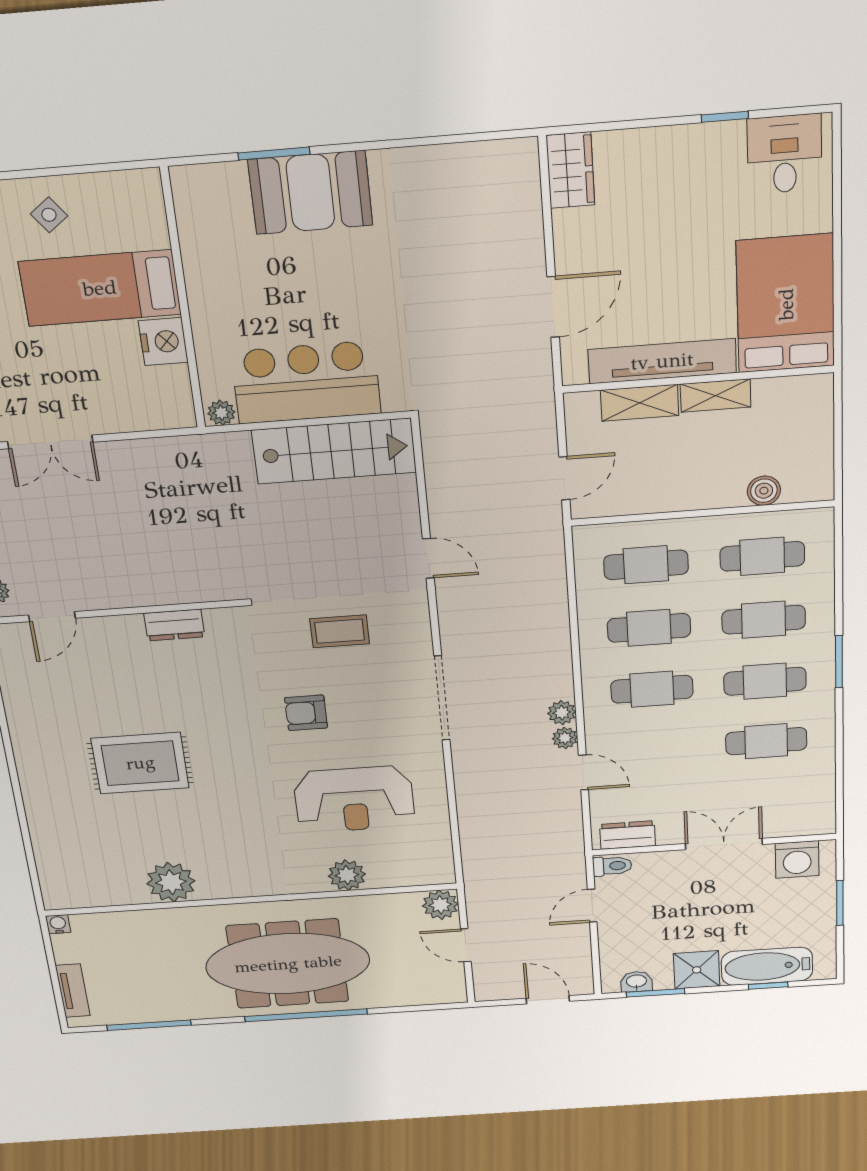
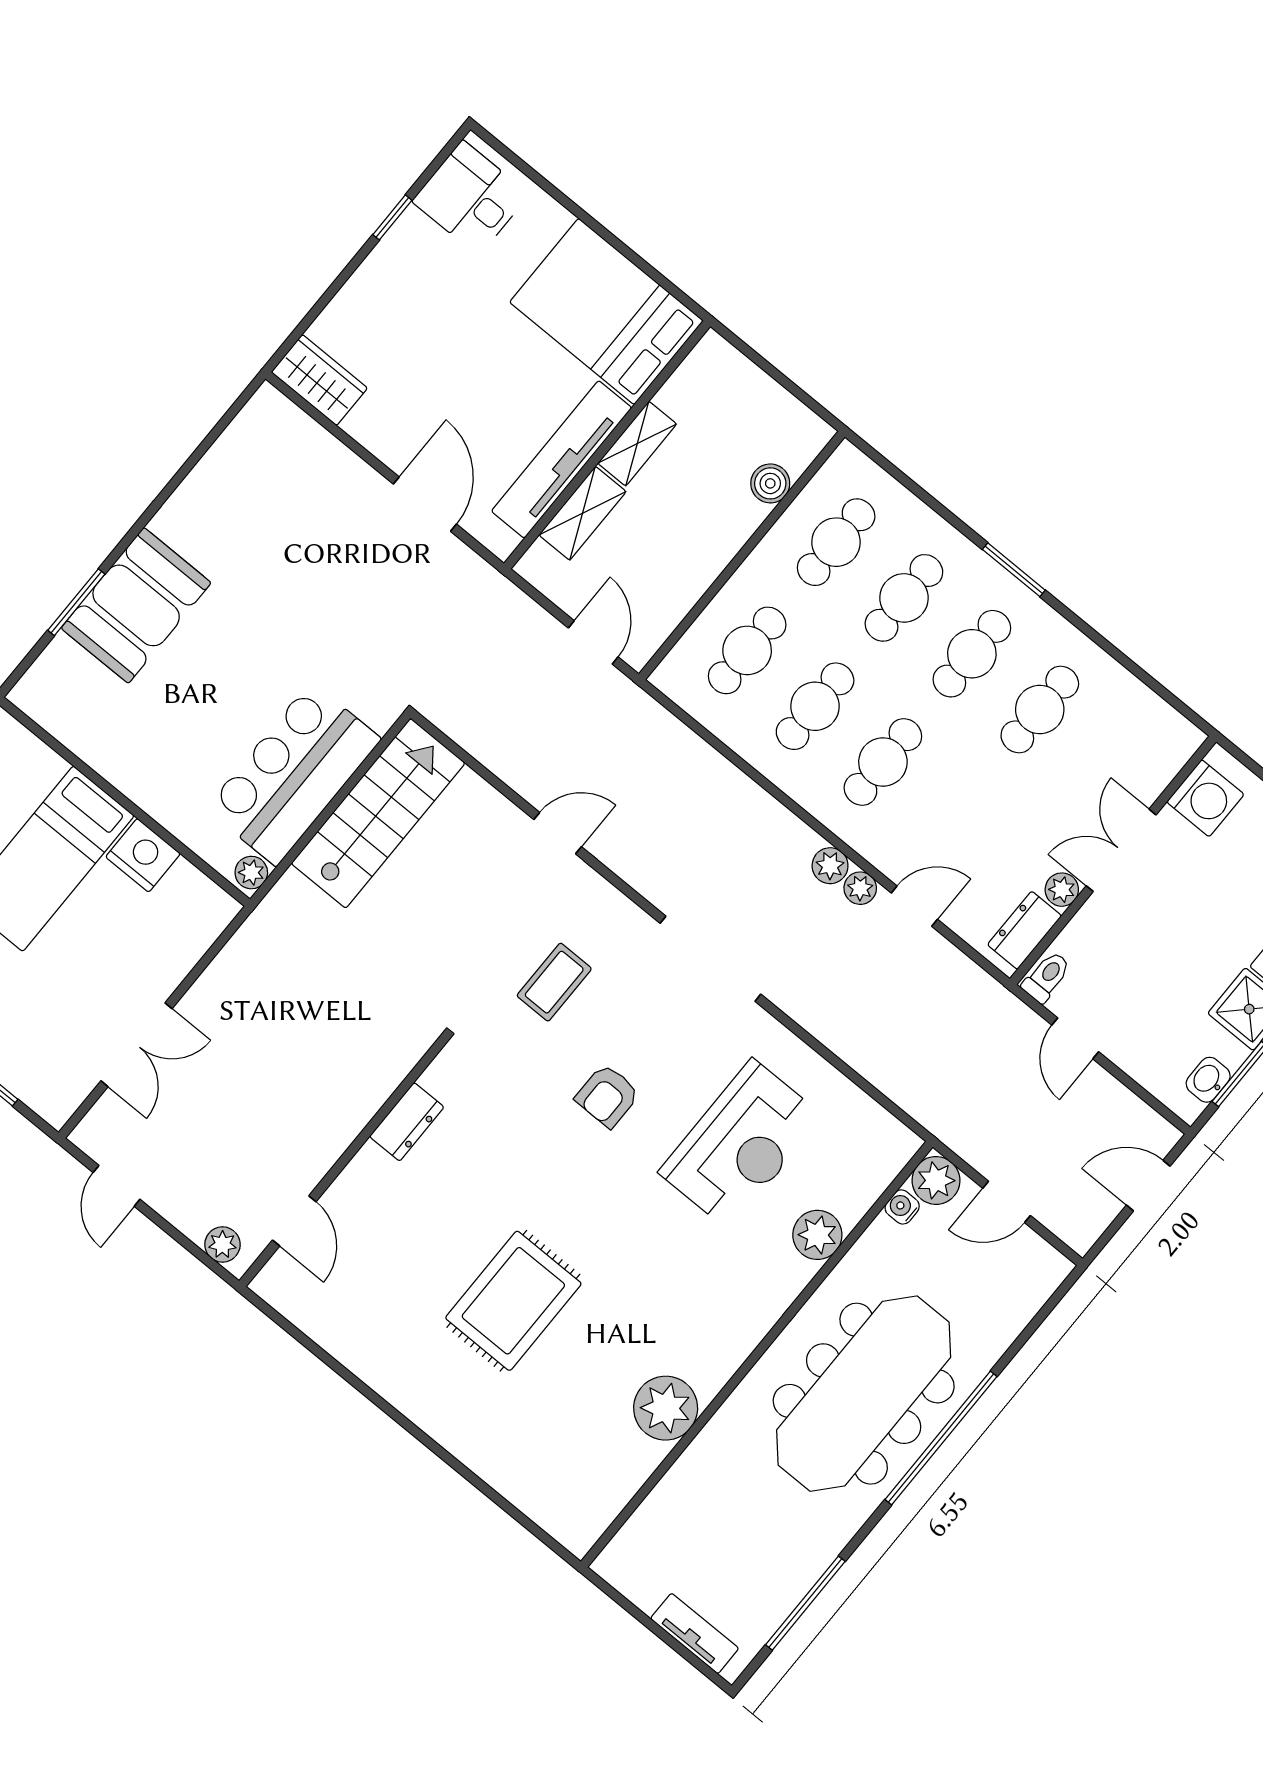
plant: (670, 834) -> (1062, 890), added
water cooler: (58, 924) -> (902, 1207), moved

